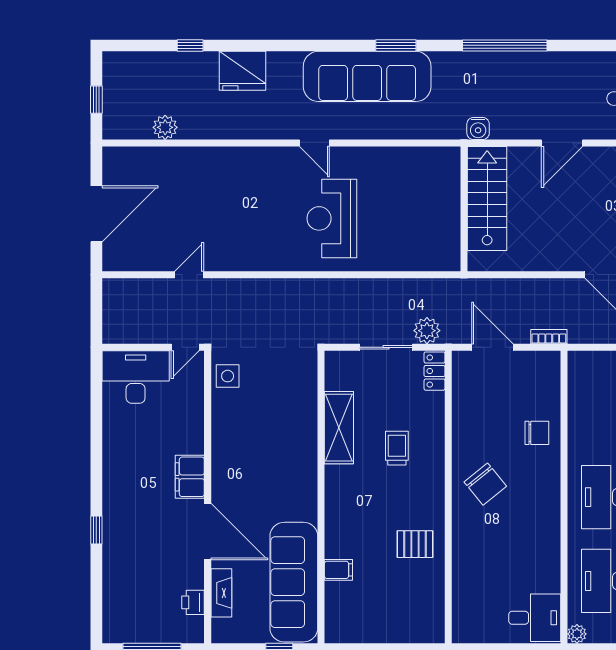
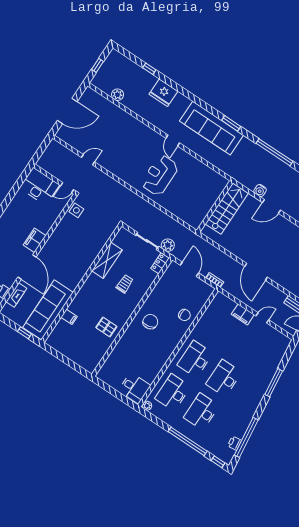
water cooler: (478, 129) -> (260, 190), moved
chair: (485, 484) -> (150, 322), turned -153

